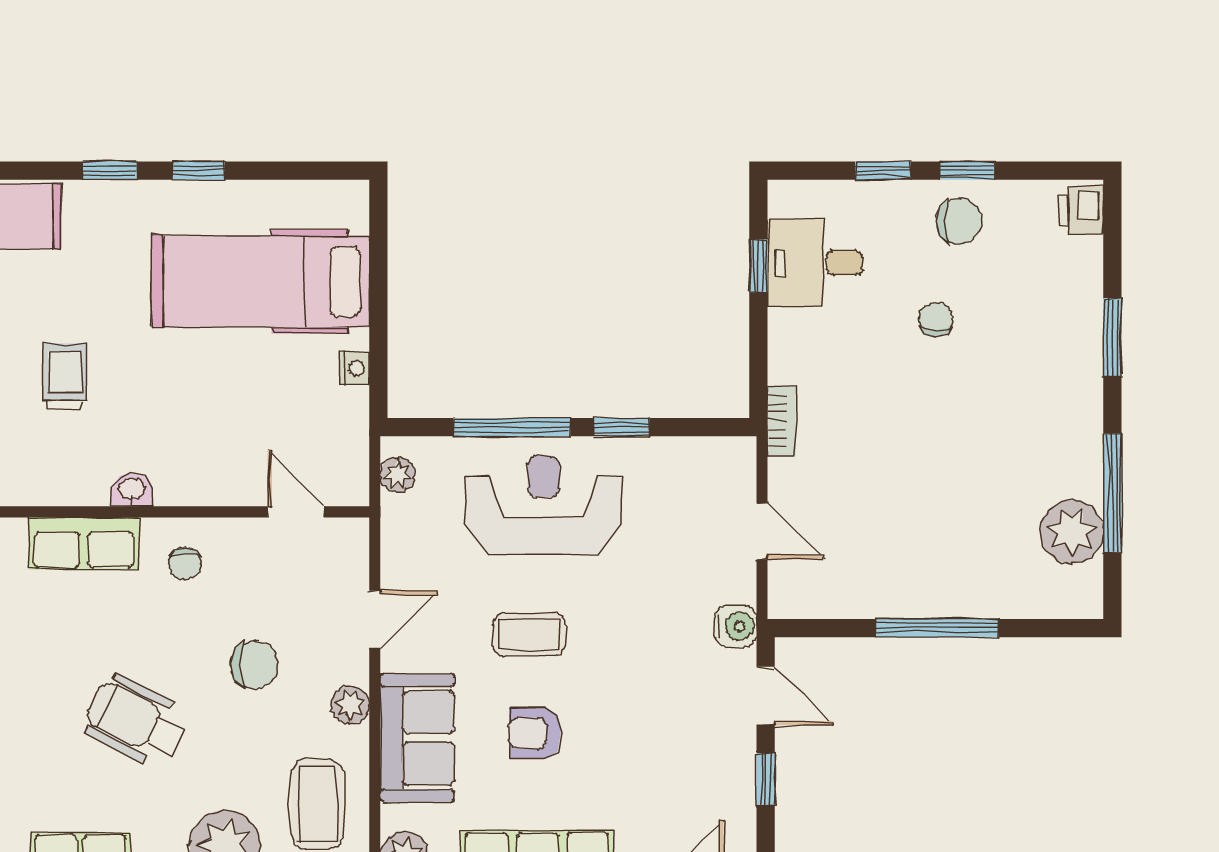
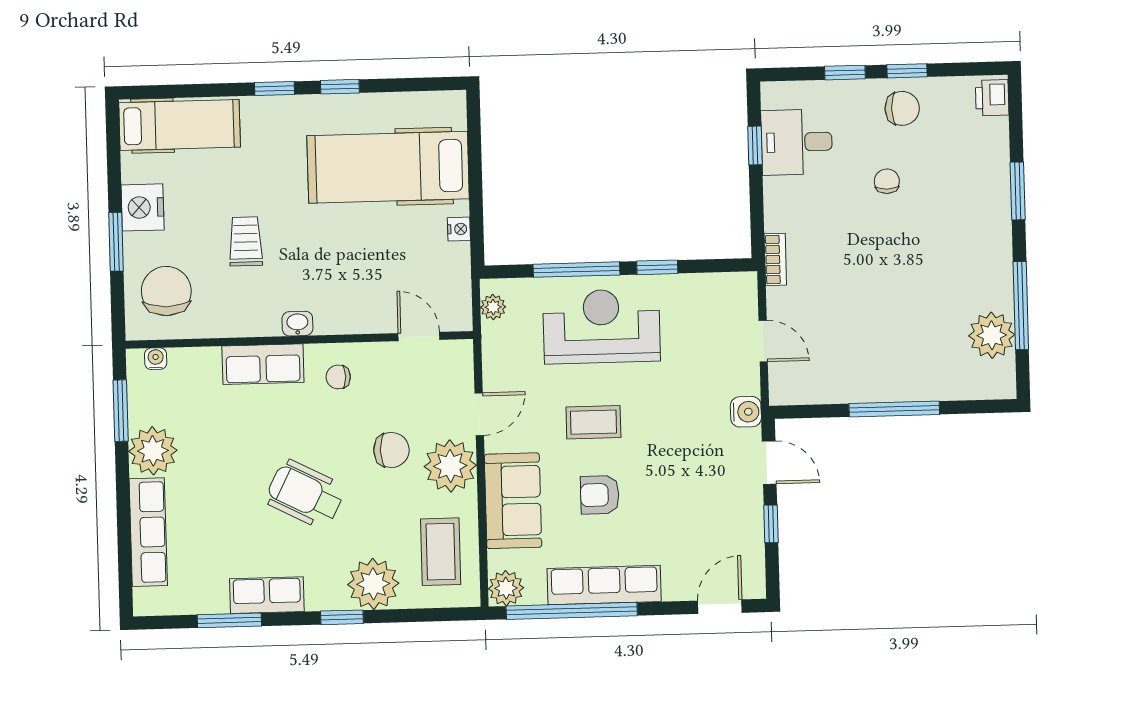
chair: (185, 564) -> (338, 377), turned 90
plant: (350, 705) -> (450, 466), width x1.87, depth x1.87

